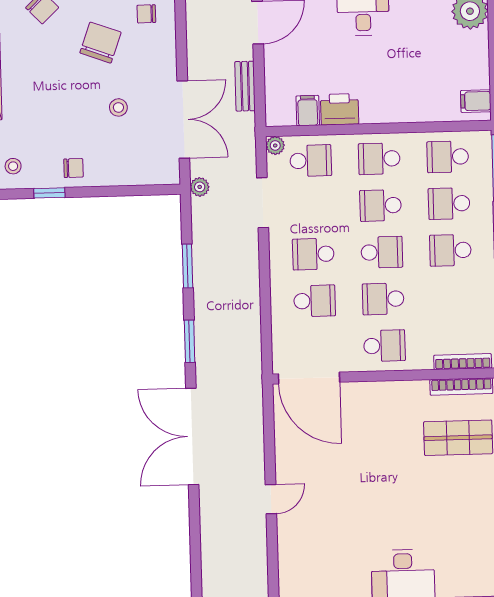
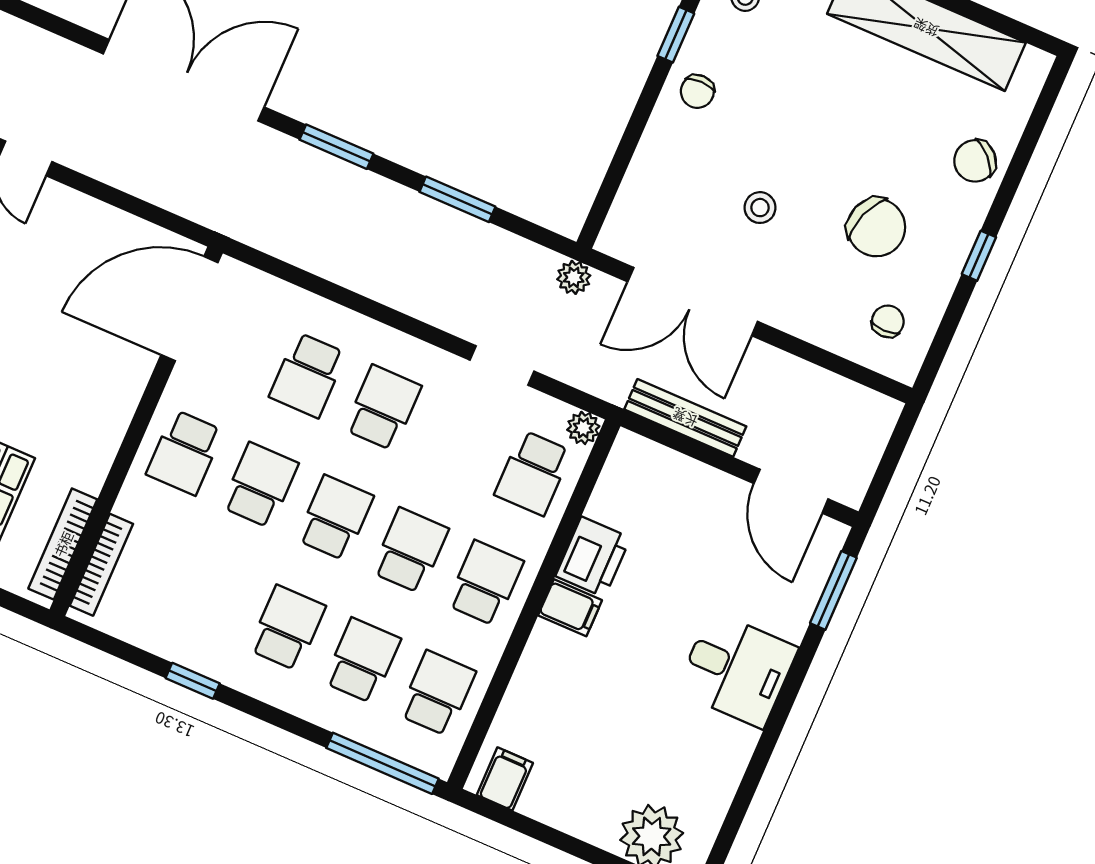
bench: (245, 86) -> (685, 418), width x1.36
filing cabinet: (308, 111) -> (570, 608), moved
doorway: (263, 203) -> (502, 366), width x0.73
school desk: (382, 252) -> (335, 518), turned 180

